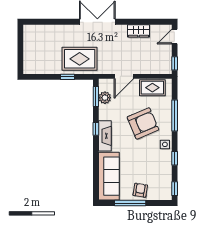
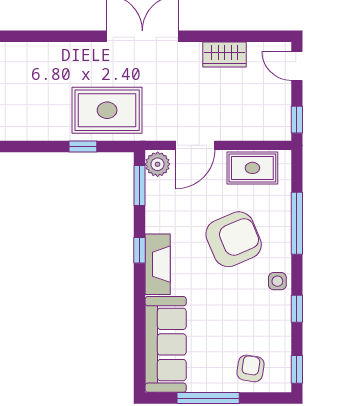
door: (175, 37) -> (297, 66), hinge flipped
plant: (105, 98) -> (158, 164), moved
armchair: (140, 190) -> (250, 368), moved

